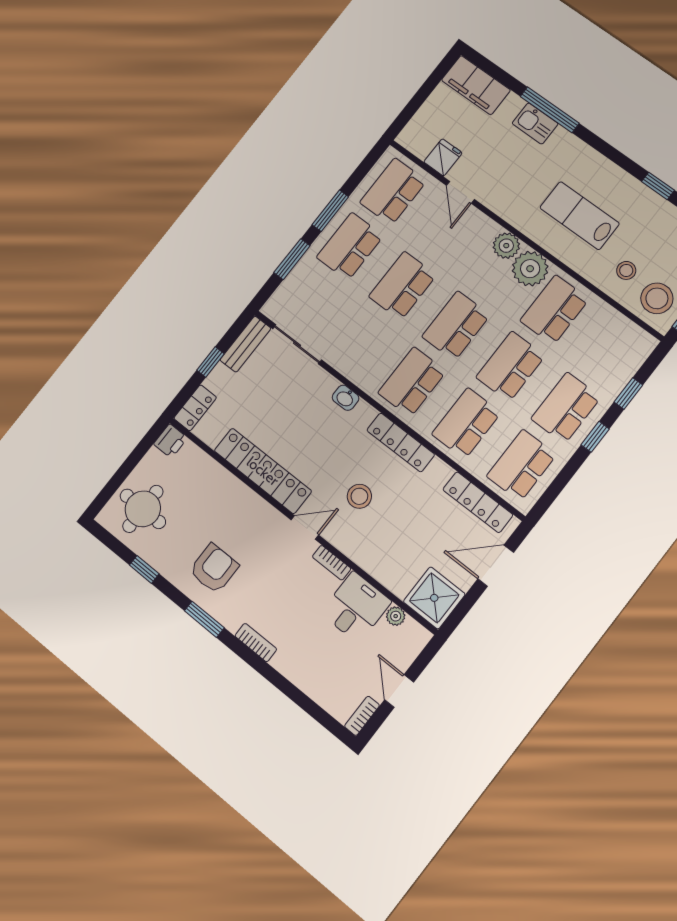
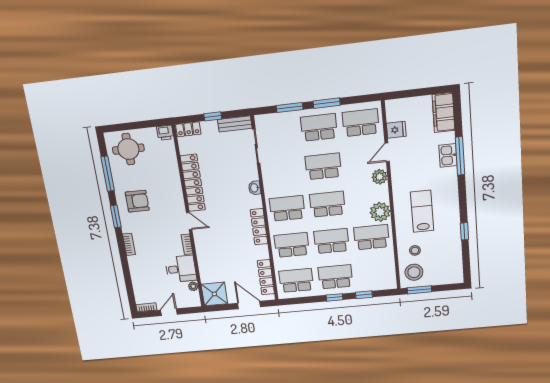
plant: (506, 246) -> (380, 177), moved
stool: (359, 496) -> (222, 231), removed
window: (144, 569) -> (108, 174), width x2.17

